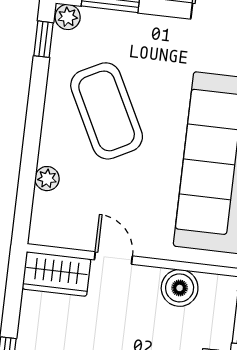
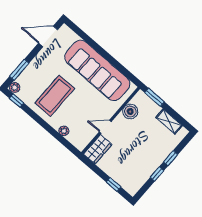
coffee table: (107, 111) -> (55, 96), turned -63

